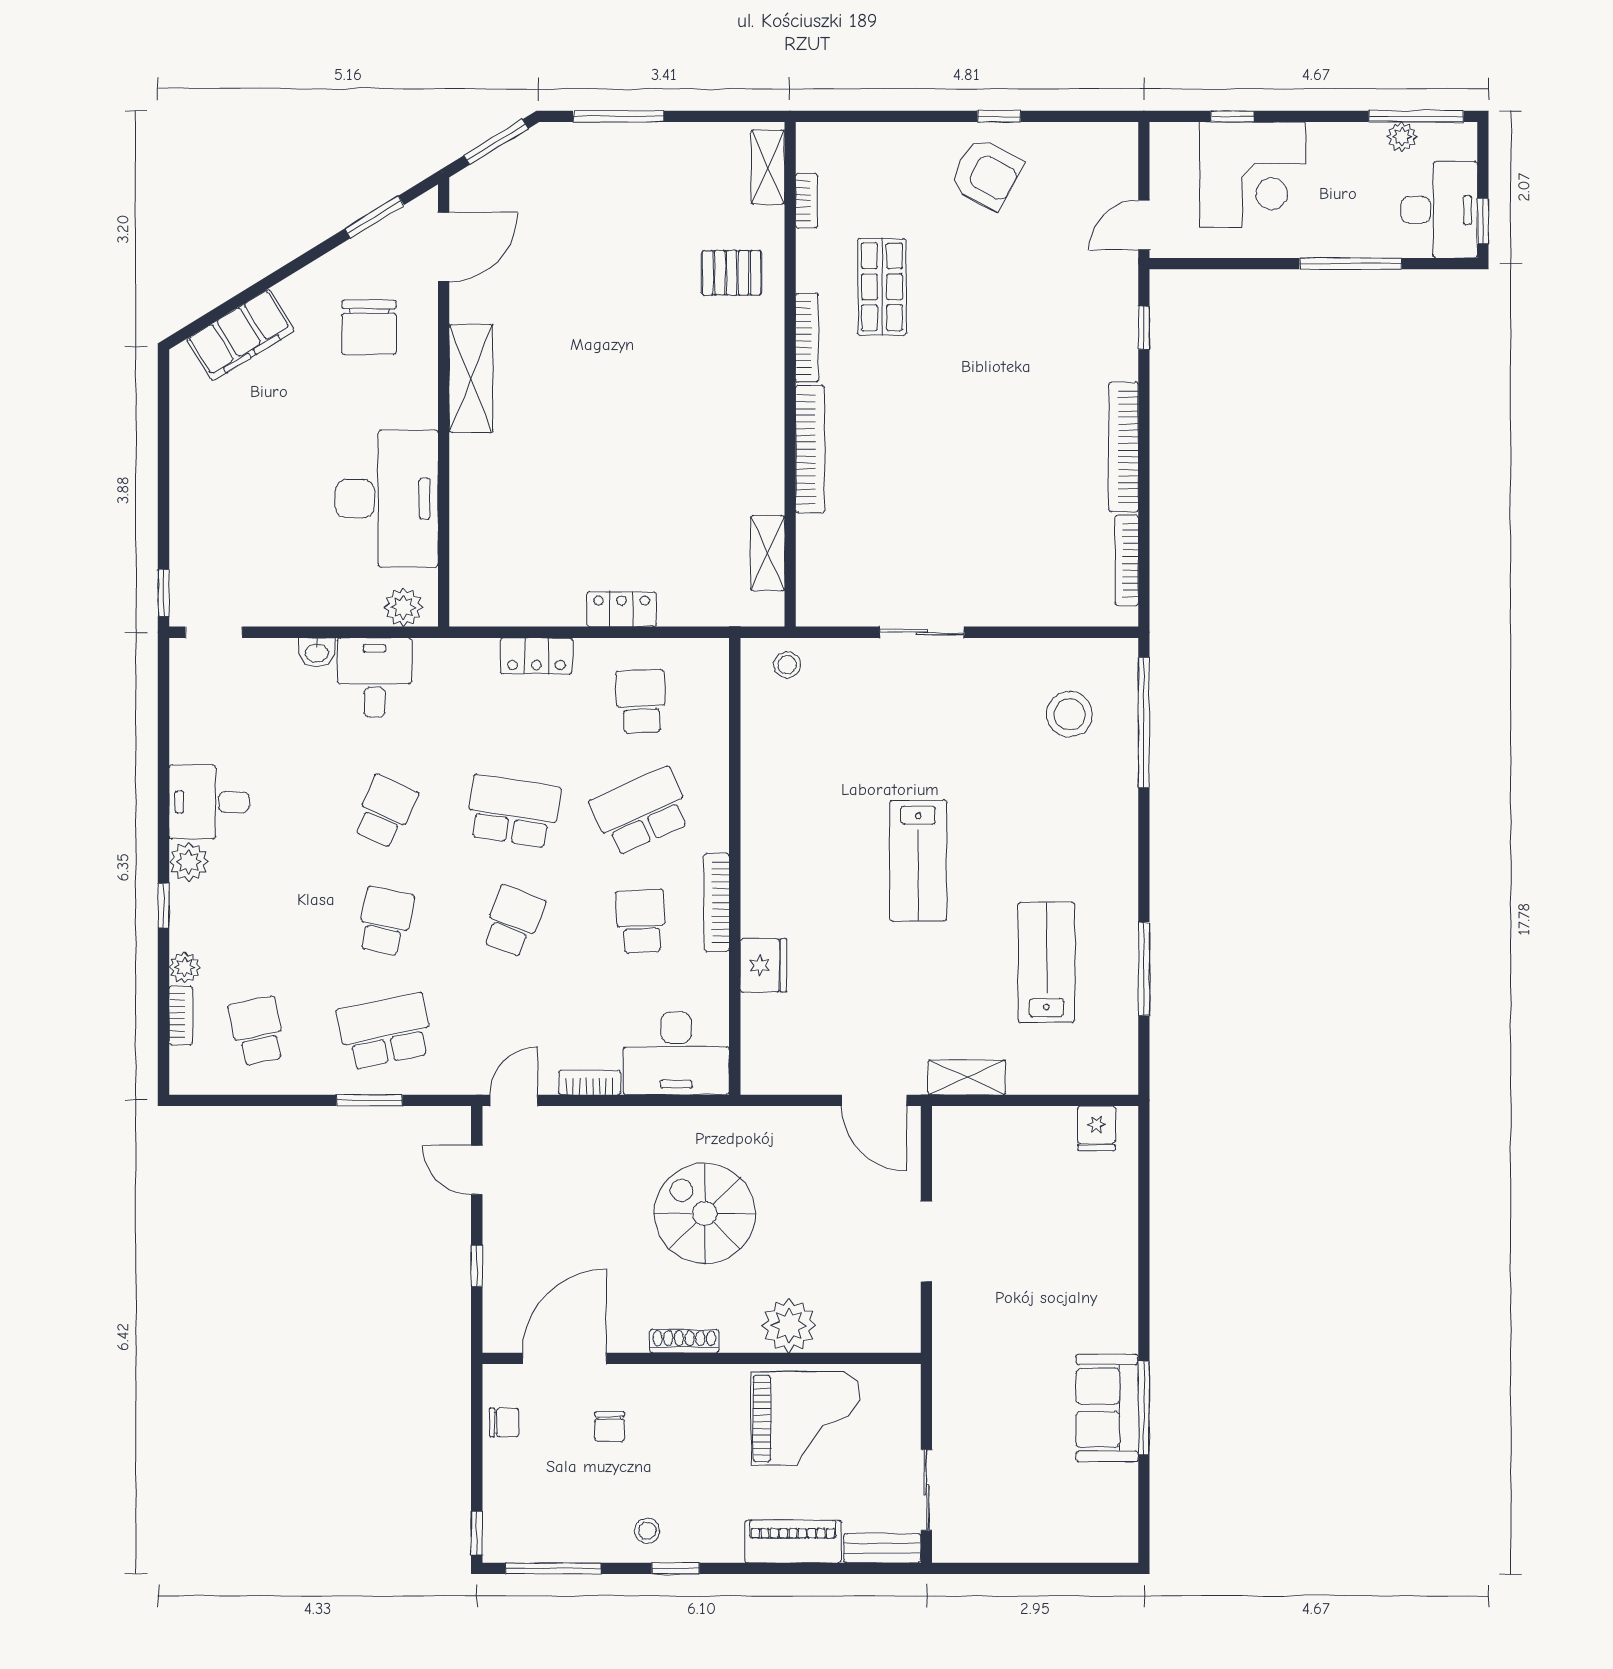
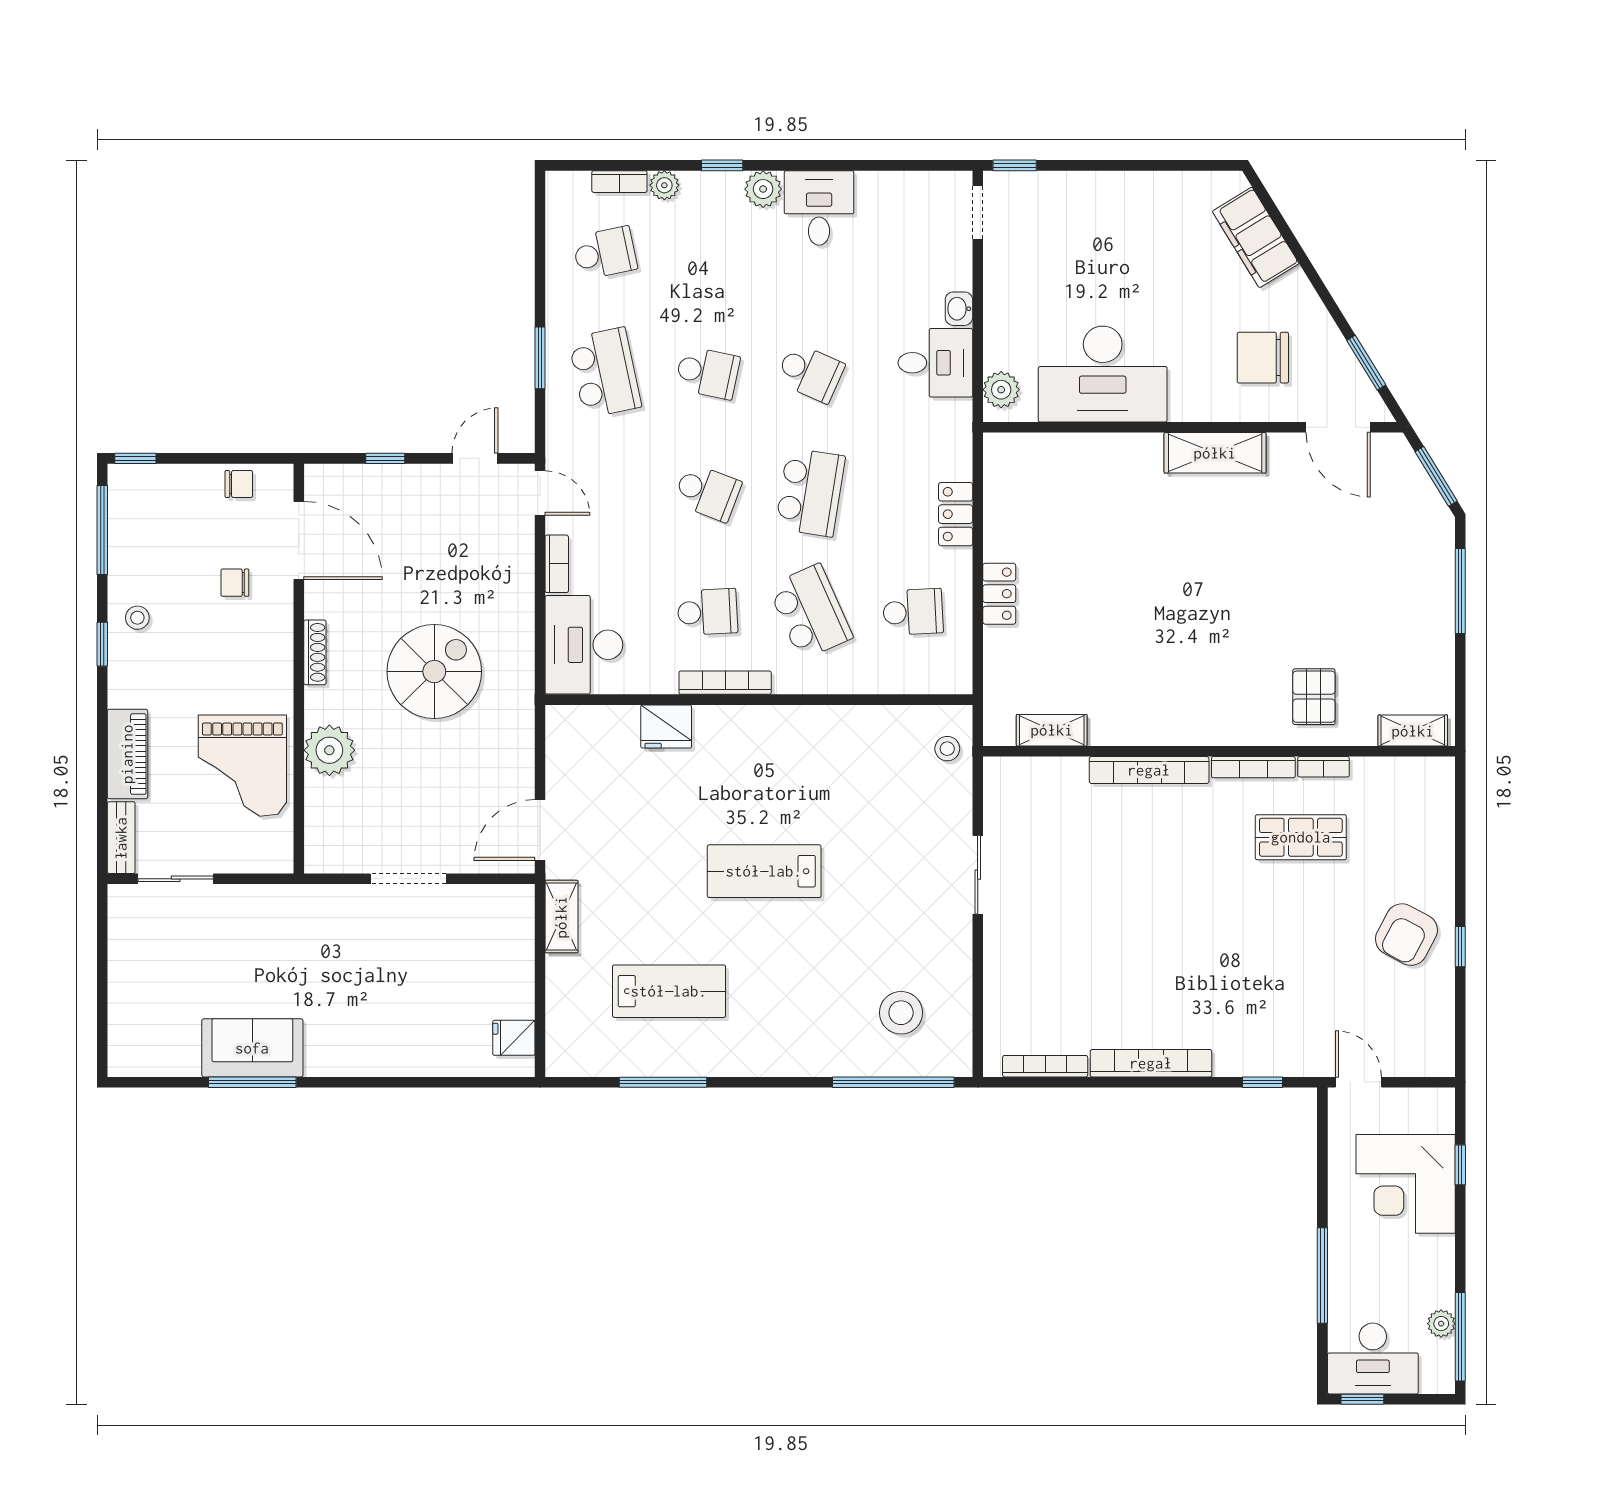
bookcase: (807, 201) -> (1323, 767), moved
chair: (504, 1422) -> (239, 484), turned -90

